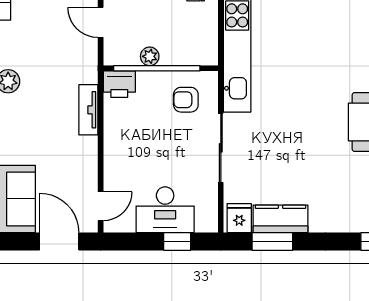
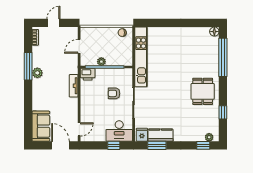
door: (101, 22) -> (79, 46), hinge flipped
armchair: (186, 100) -> (114, 93), moved
desk: (165, 210) -> (119, 131), moved

